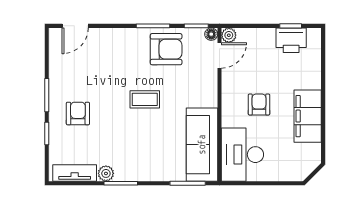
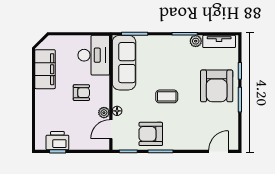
floor lamp: (211, 34) -> (117, 111), moved
plant: (229, 35) -> (104, 113), moved
armchair: (259, 104) -> (81, 93), turned -90
armchair: (78, 113) -> (217, 86), width x1.88, depth x1.88
filing cabinet: (308, 116) -> (45, 69), moved

